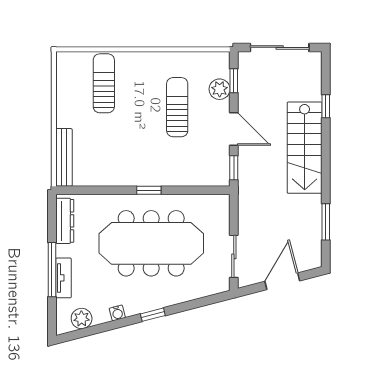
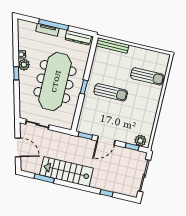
plant: (220, 89) -> (140, 141), moved
sun lounger: (177, 107) -> (111, 92), moved
stairs: (305, 148) -> (66, 172), moved
plant: (82, 319) -> (24, 65), moved

